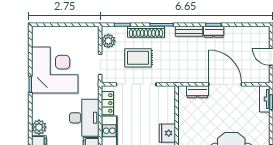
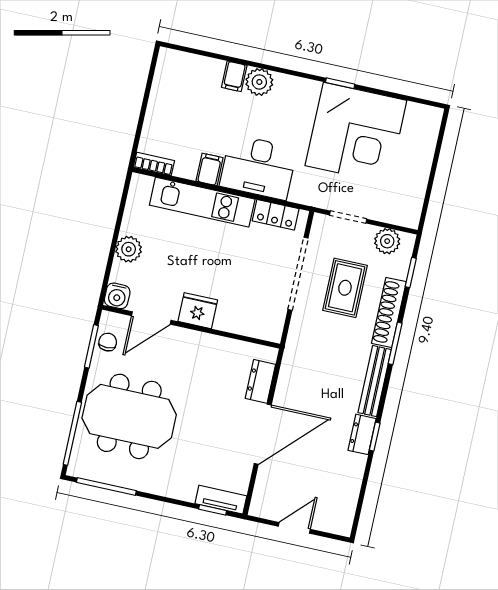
bench: (189, 31) -> (375, 381), width x1.36

